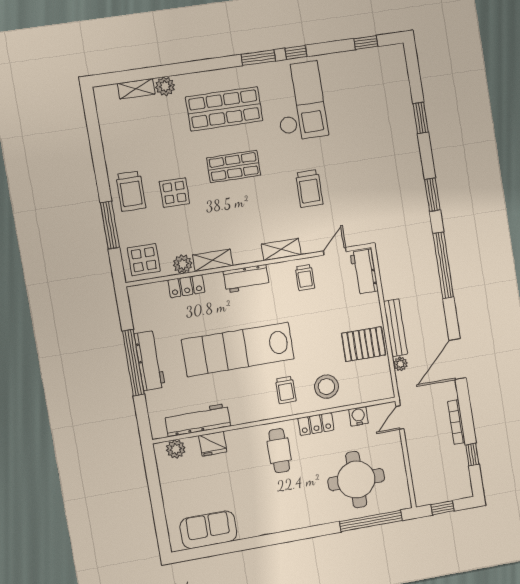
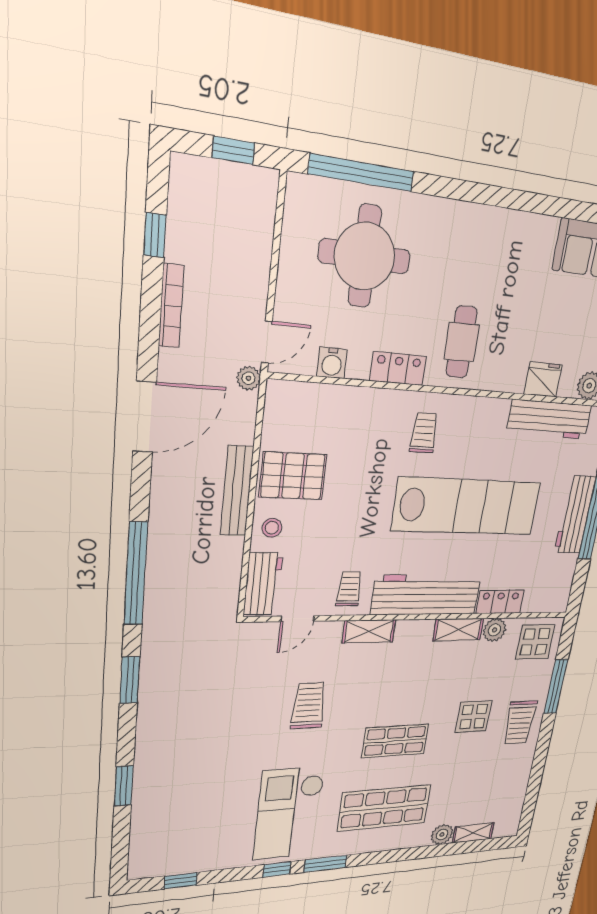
trolley: (131, 191) -> (520, 723), turned 180
workbench: (246, 279) -> (426, 595), width x1.88, depth x1.32
plant: (400, 364) -> (249, 378), moved
stool: (326, 387) -> (272, 528), moved, width x0.53, depth x0.53

